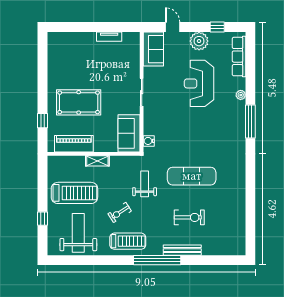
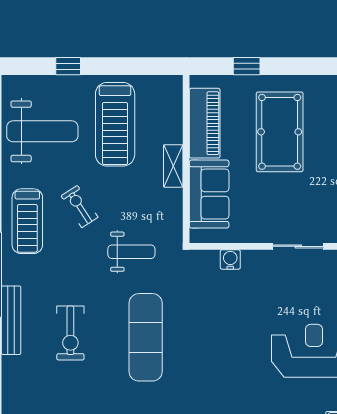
sofa: (129, 133) -> (209, 194), moved, turned 90
water cooler: (149, 141) -> (230, 260), moved

